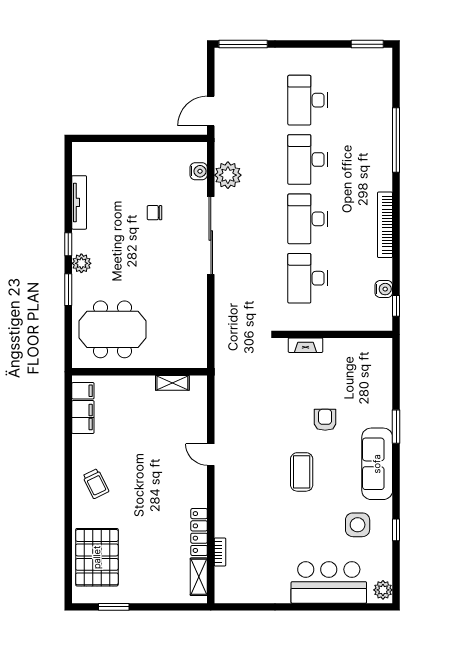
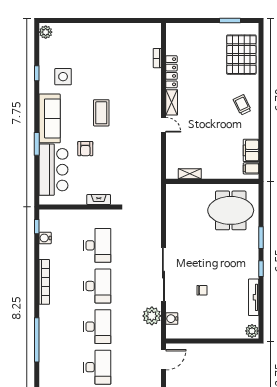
plant: (81, 263) -> (252, 331), moved
shelving: (199, 577) -> (172, 102), moved
bar counter: (329, 582) -> (53, 170), moved, turned -90

